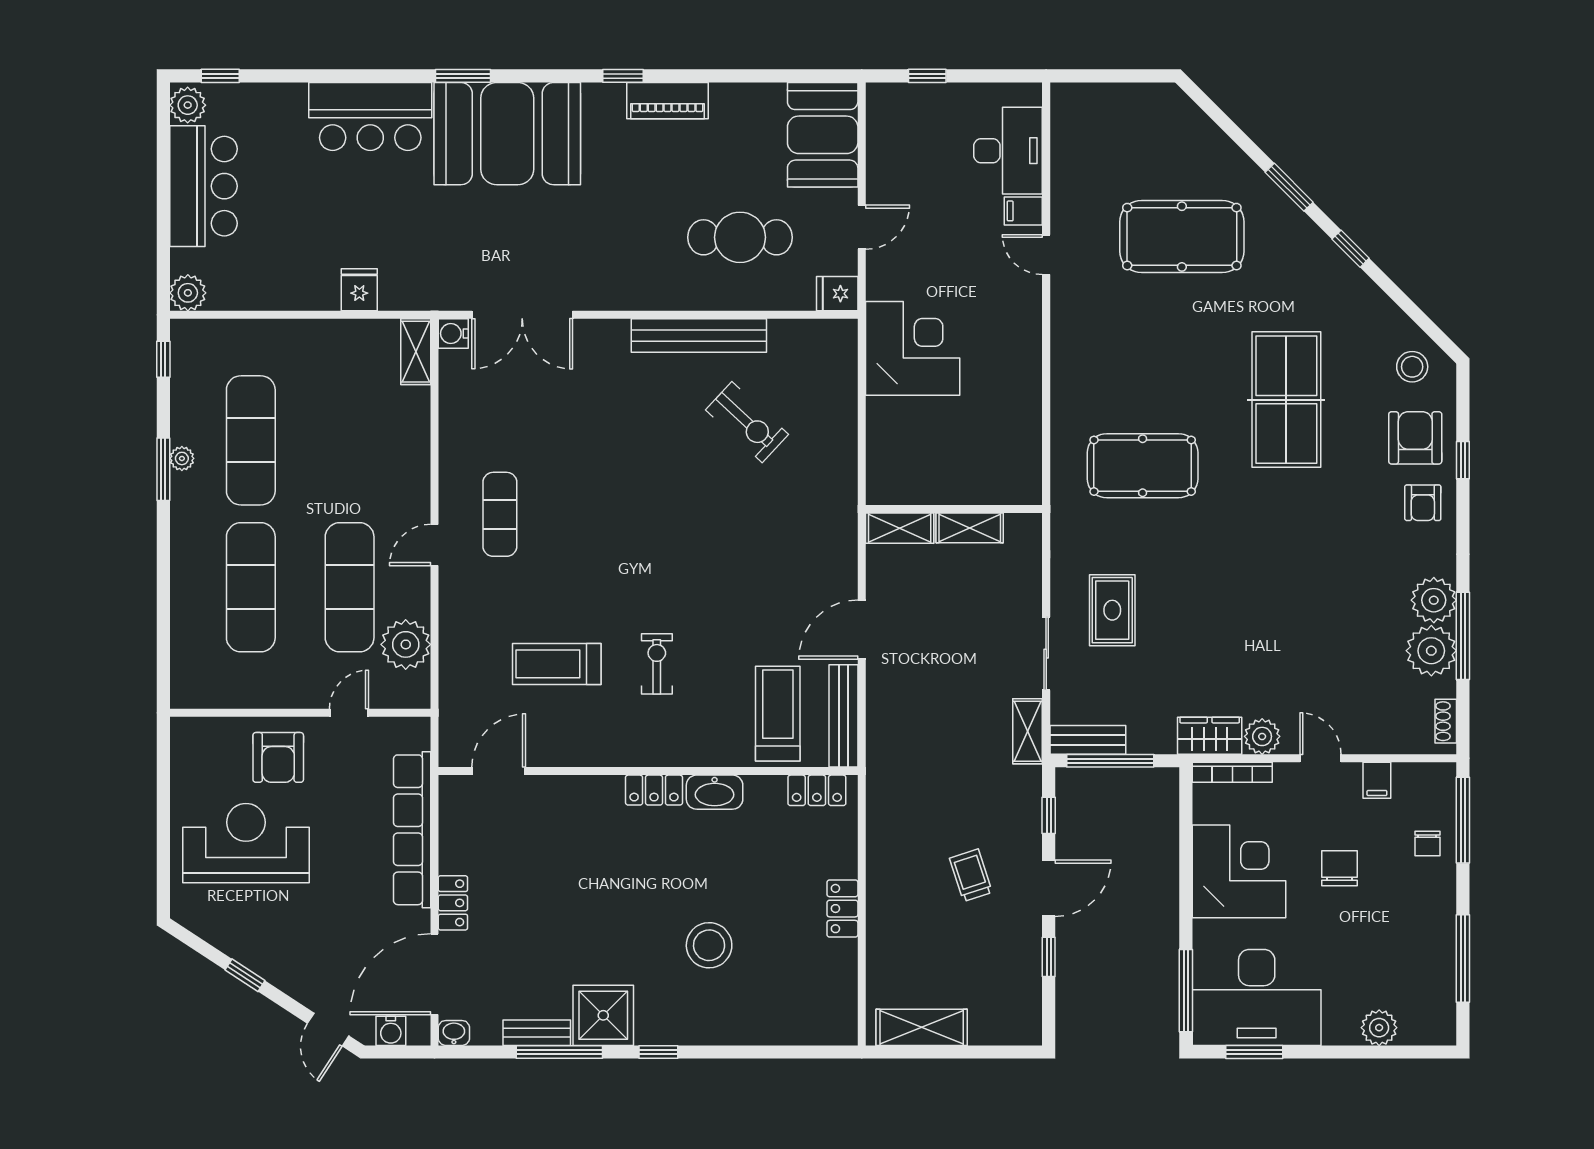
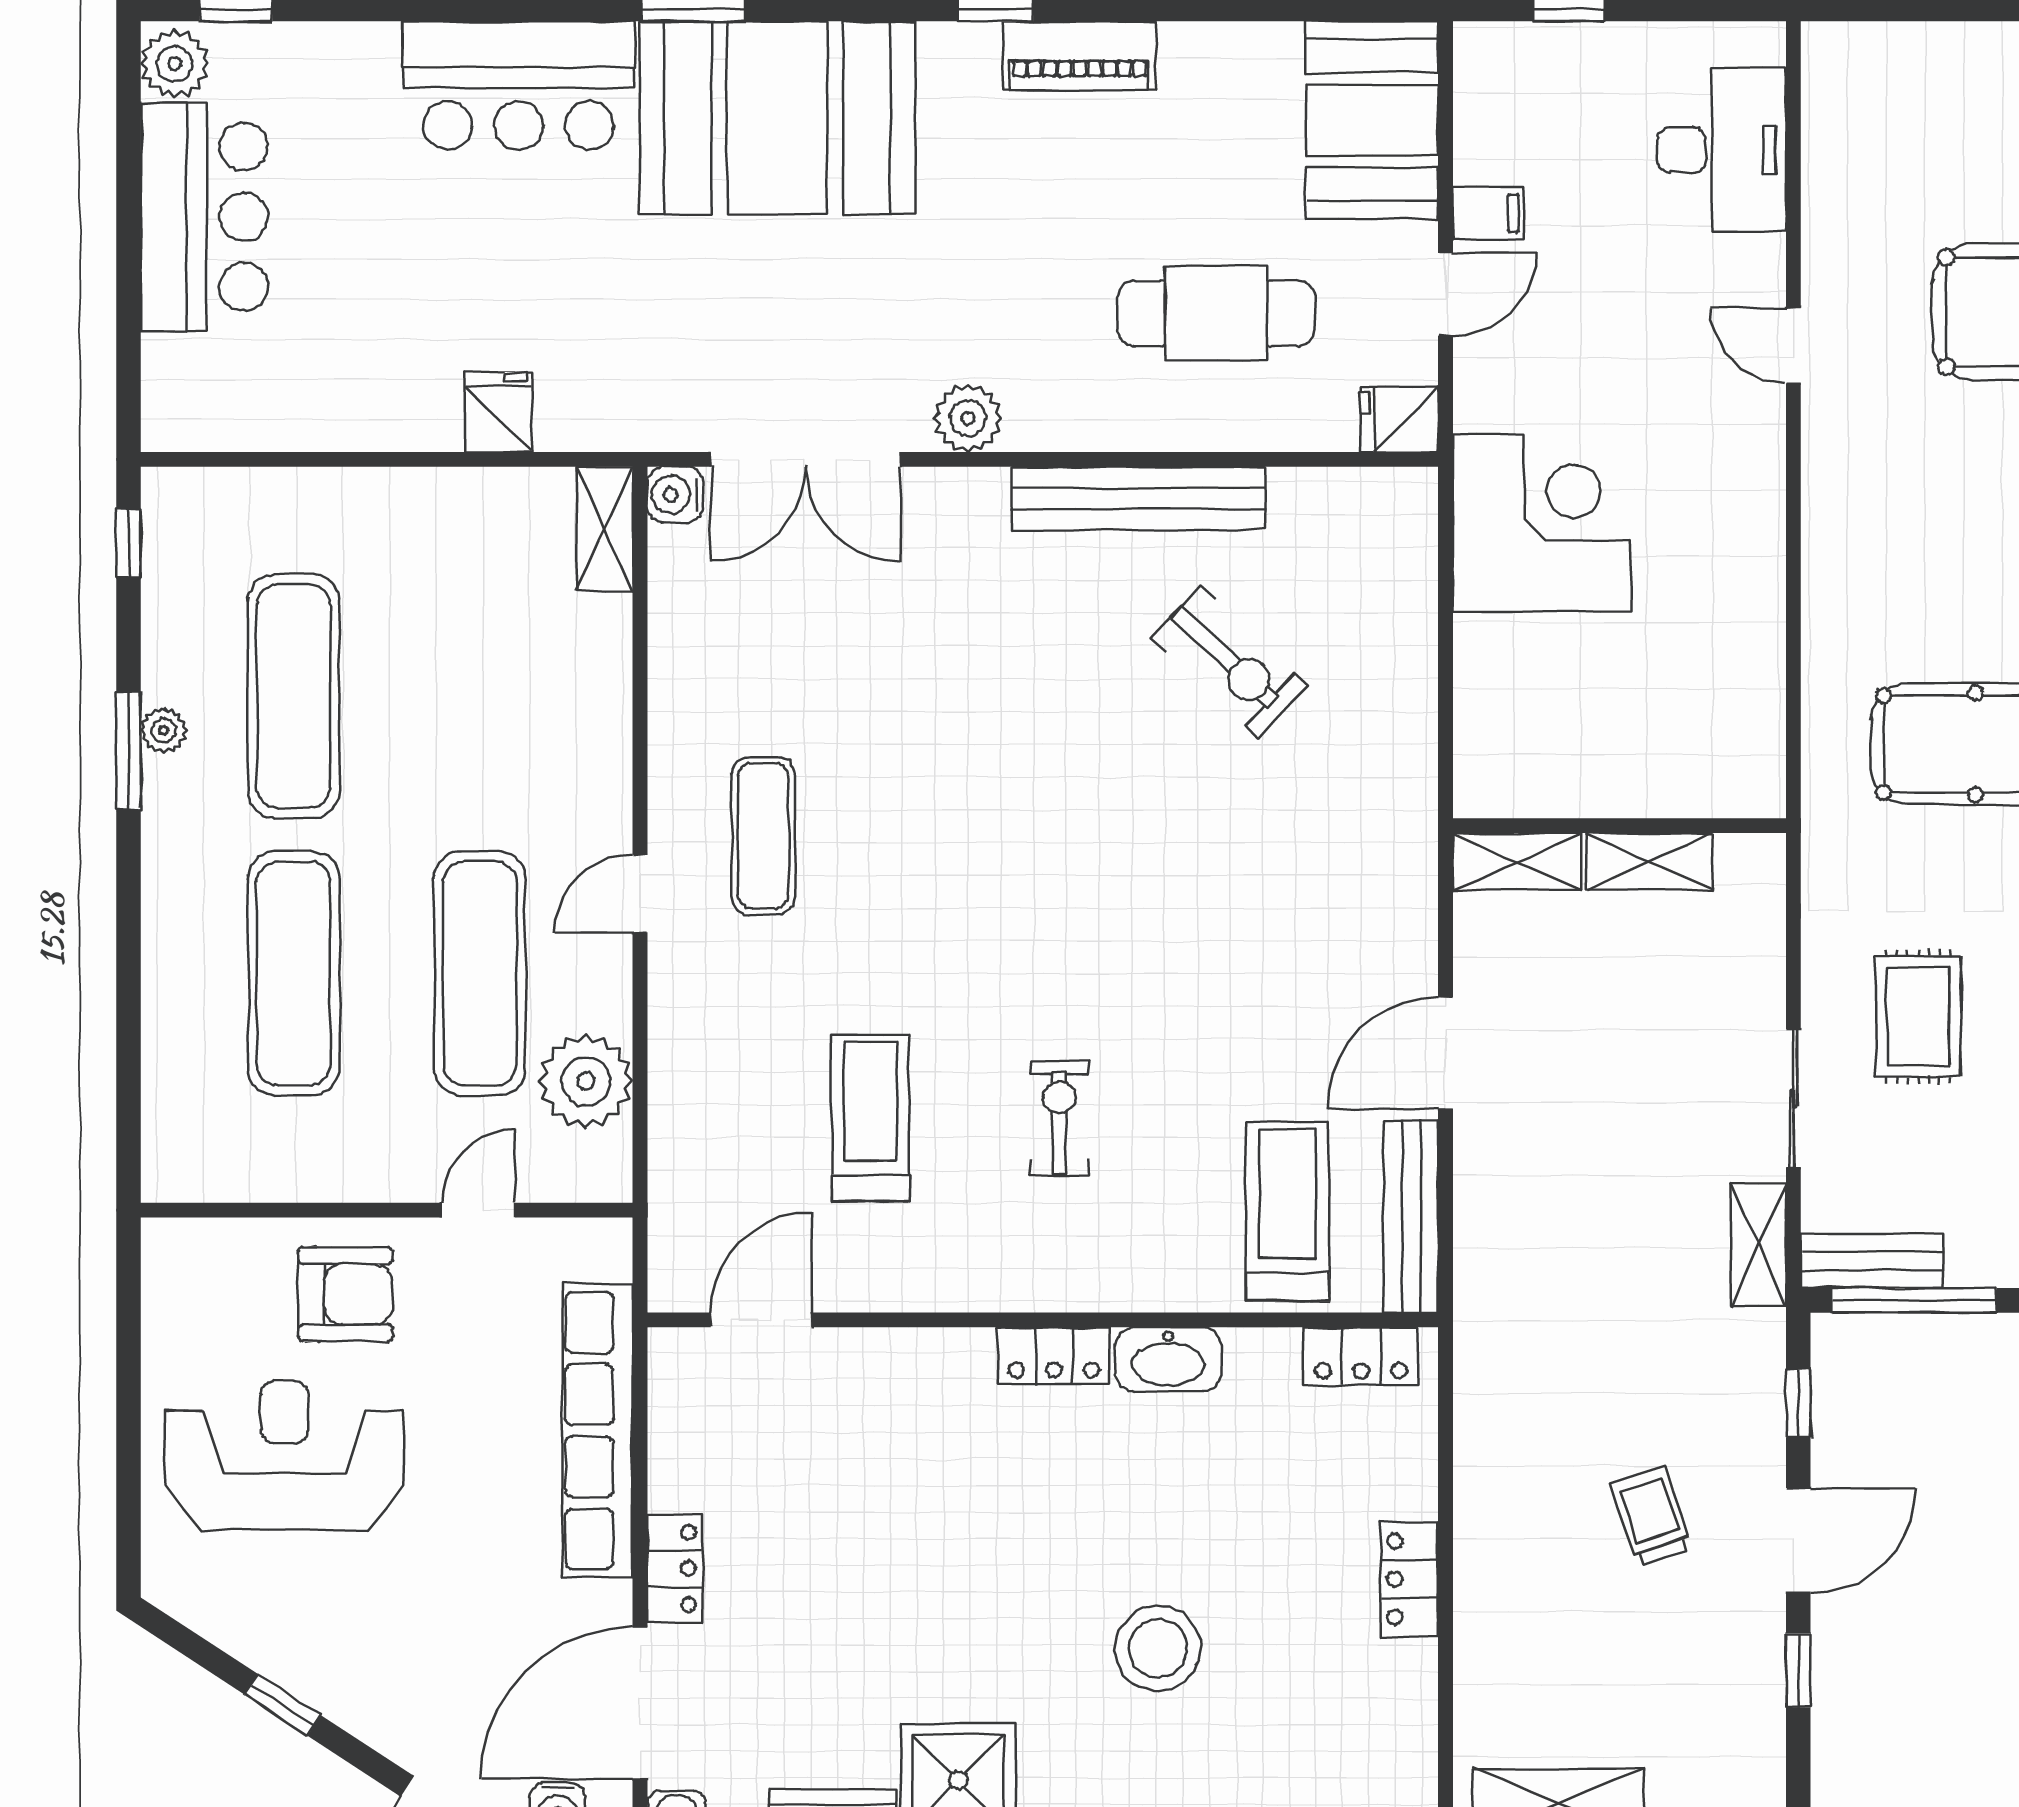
filing cabinet: (1023, 211) -> (1488, 213), moved, turned 180
plant: (188, 293) -> (968, 418), moved
treadmill: (557, 664) -> (870, 1118), turned 90
armchair: (278, 757) -> (345, 1294), turned -90

